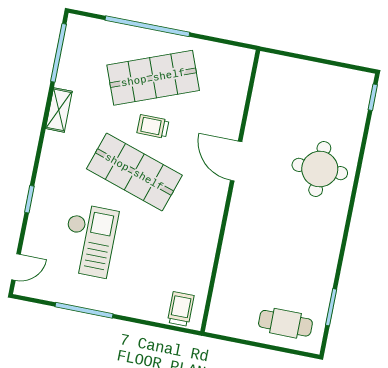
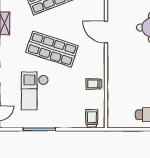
trolley: (153, 126) -> (94, 84), moved
checkout: (89, 240) -> (35, 91), turned 180

